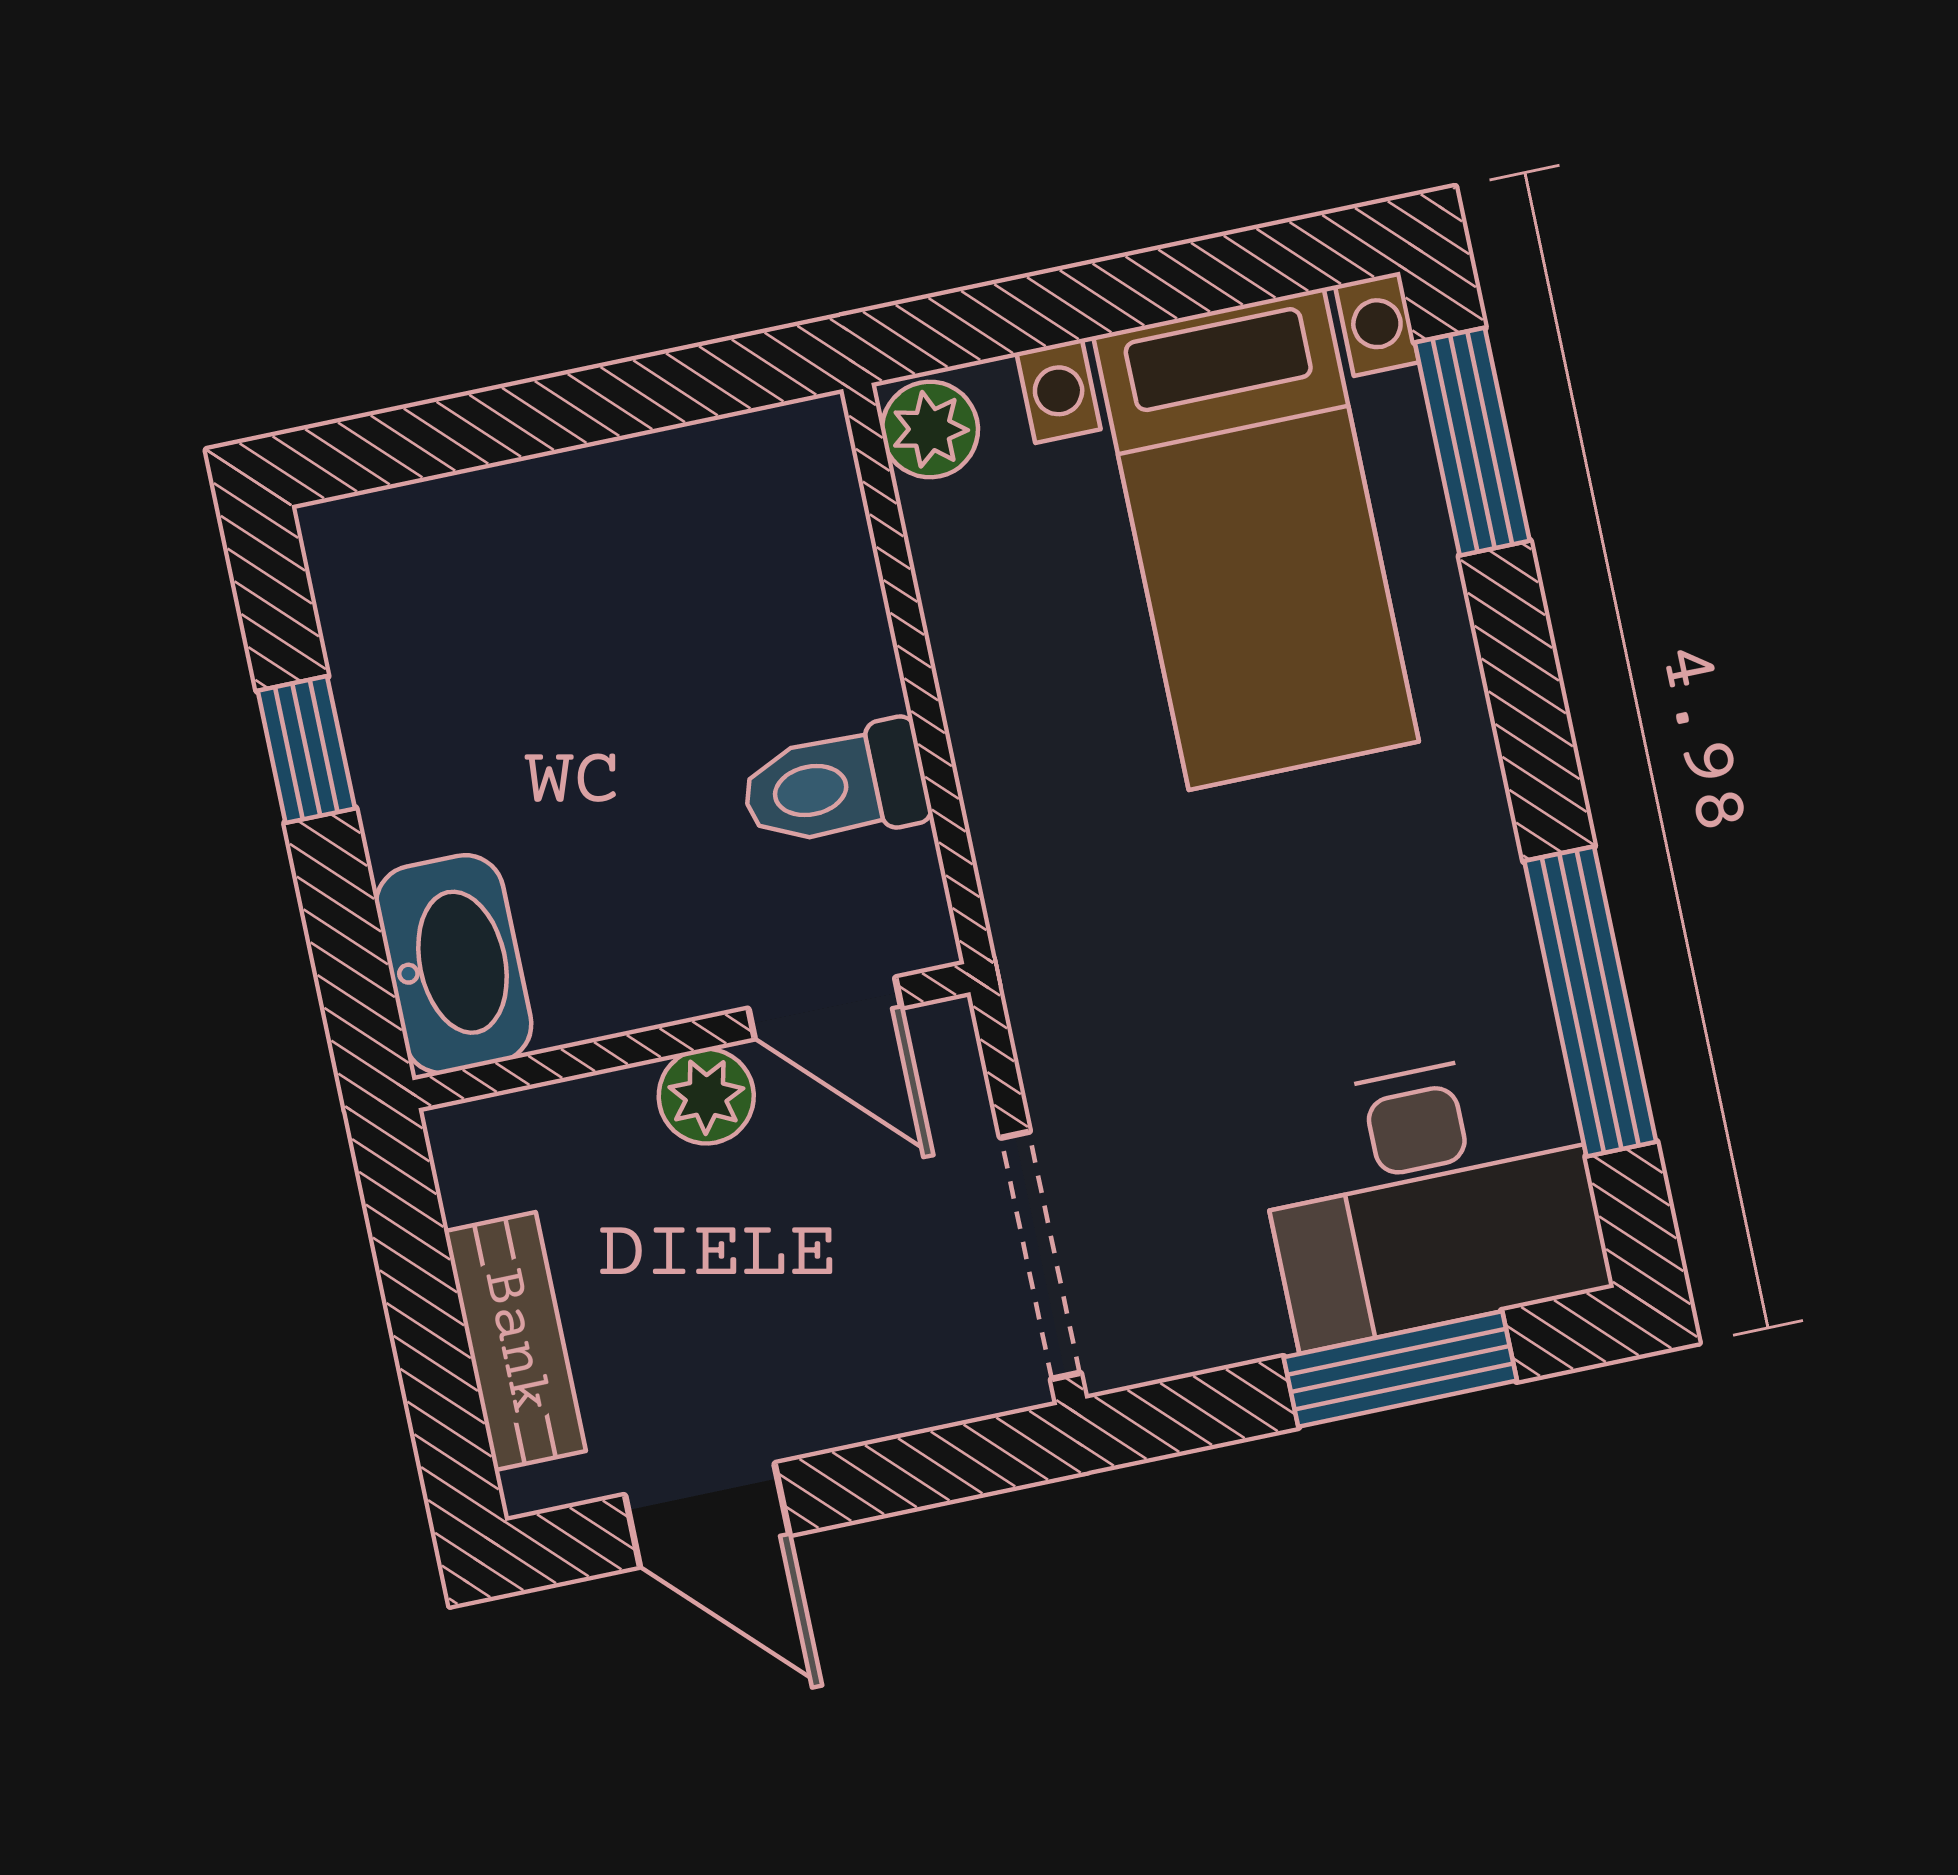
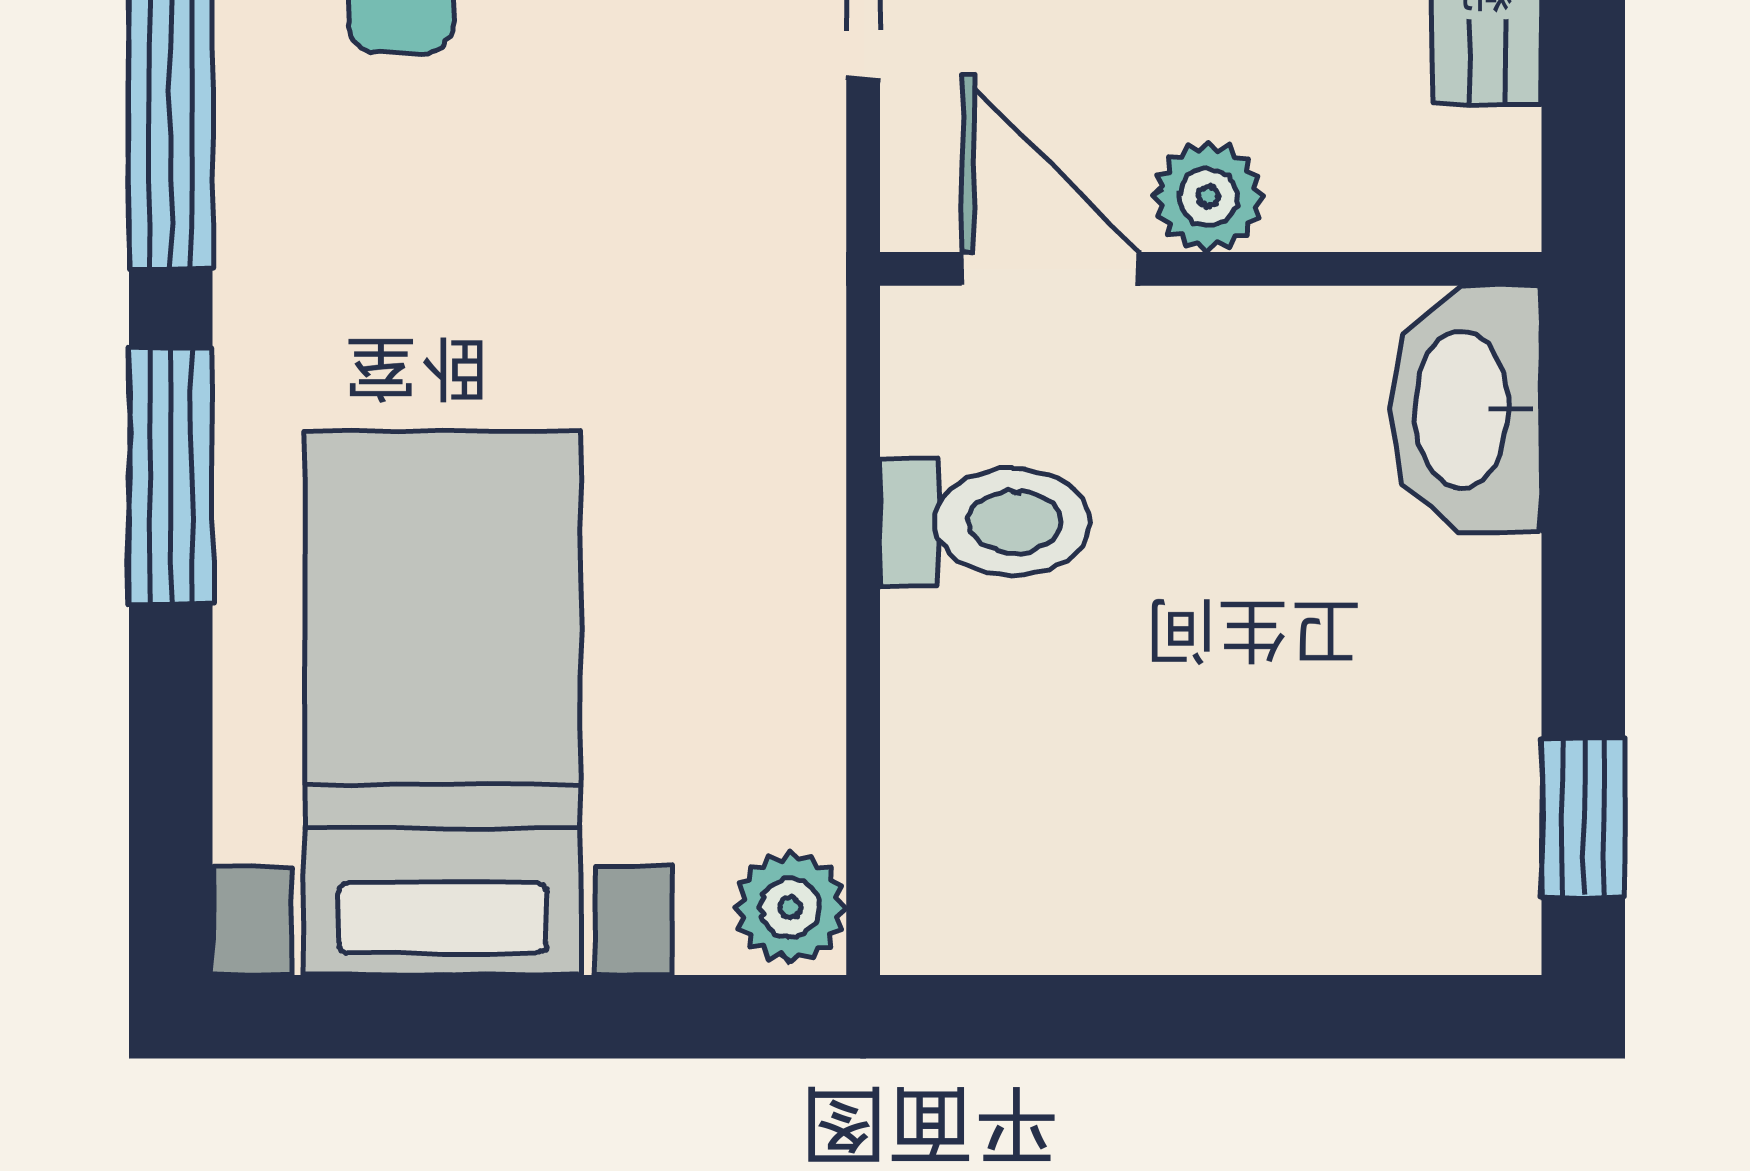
window: (1472, 442) -> (171, 476), moved
window: (306, 750) -> (1583, 818), moved

